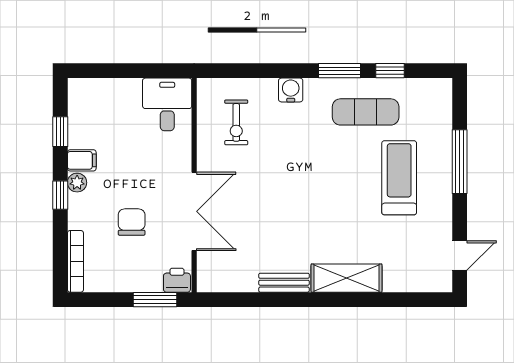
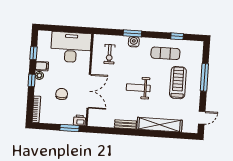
window: (340, 71) -> (132, 33), moved
desk: (167, 104) -> (71, 47), width x1.87, depth x1.30
weight bench: (308, 196) -> (138, 88), added
shelving: (346, 278) -> (160, 125), width x1.47

